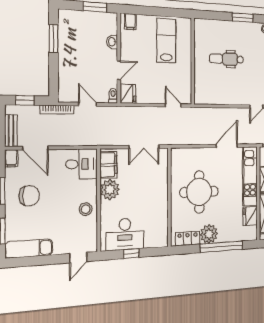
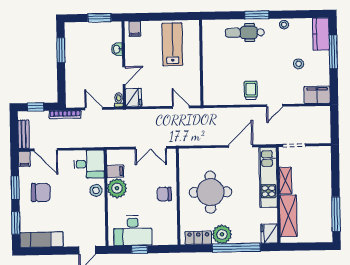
dental chair: (227, 59) -> (245, 33), moved
trolley: (236, 91) -> (251, 90), added
filing cabinet: (108, 165) -> (115, 171), width x0.50
chair: (156, 195) -> (164, 194), added
stool: (86, 209) -> (96, 190), moved
fridge: (250, 216) -> (269, 234), moved

